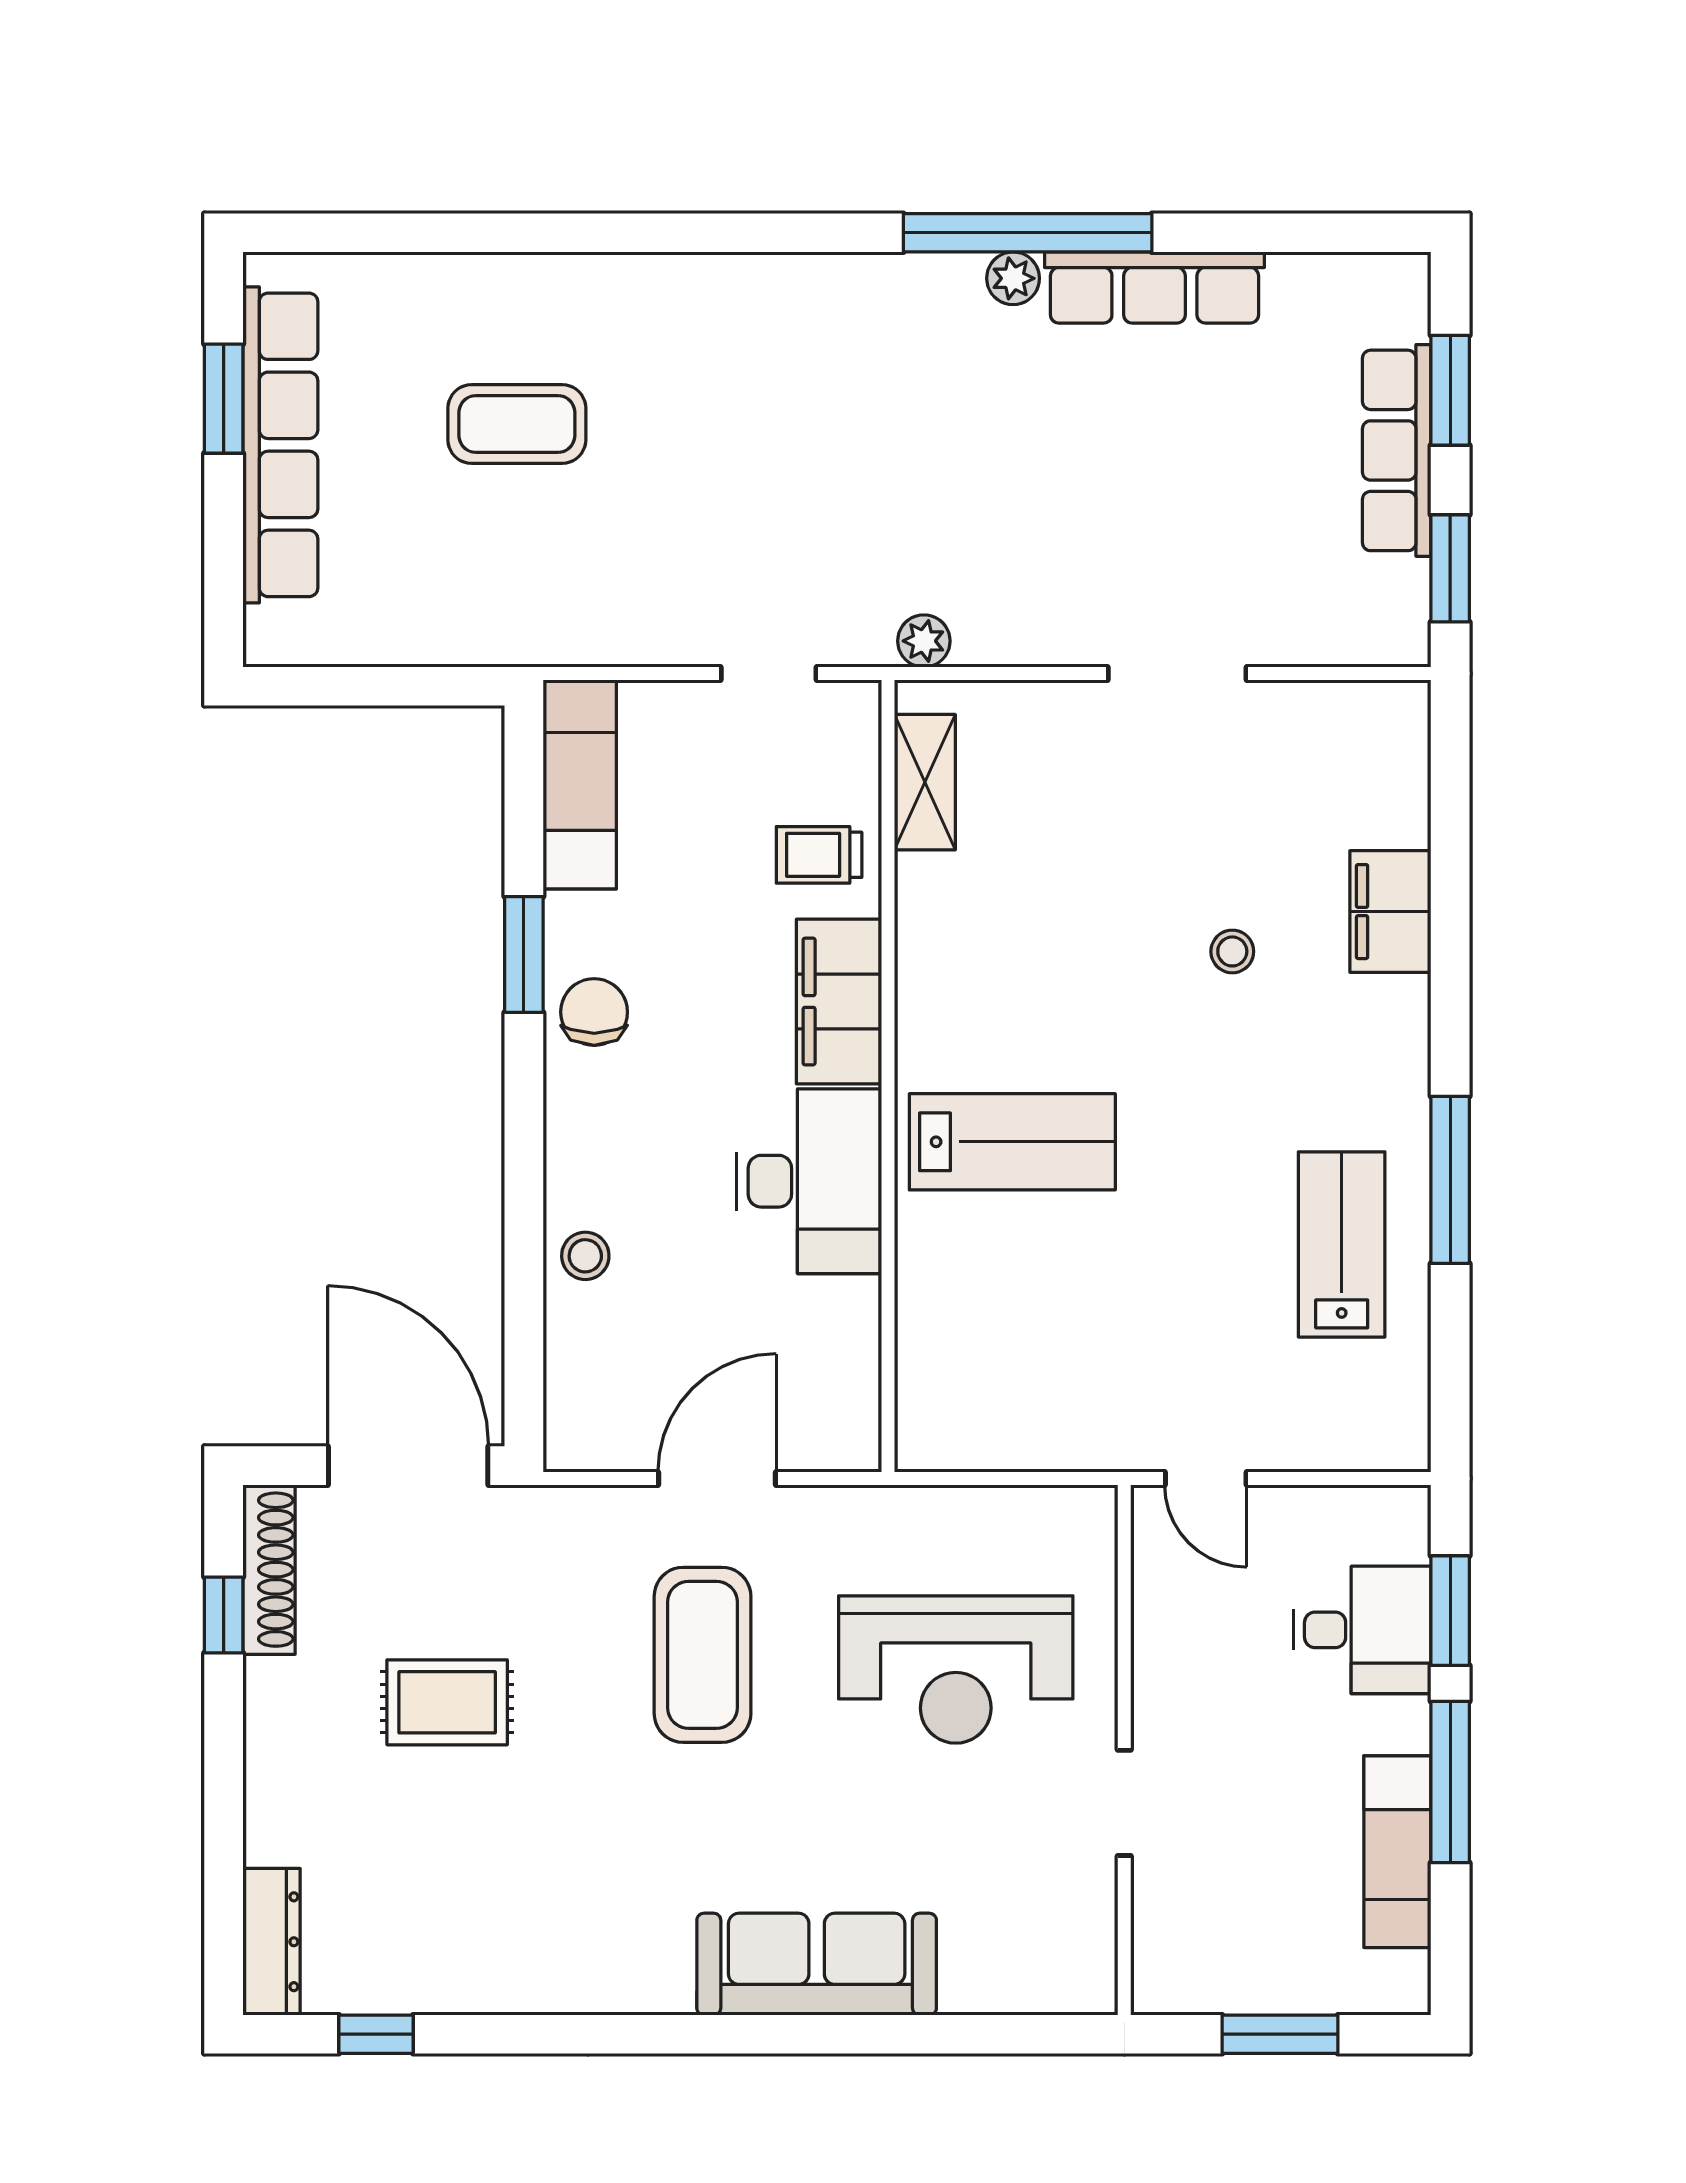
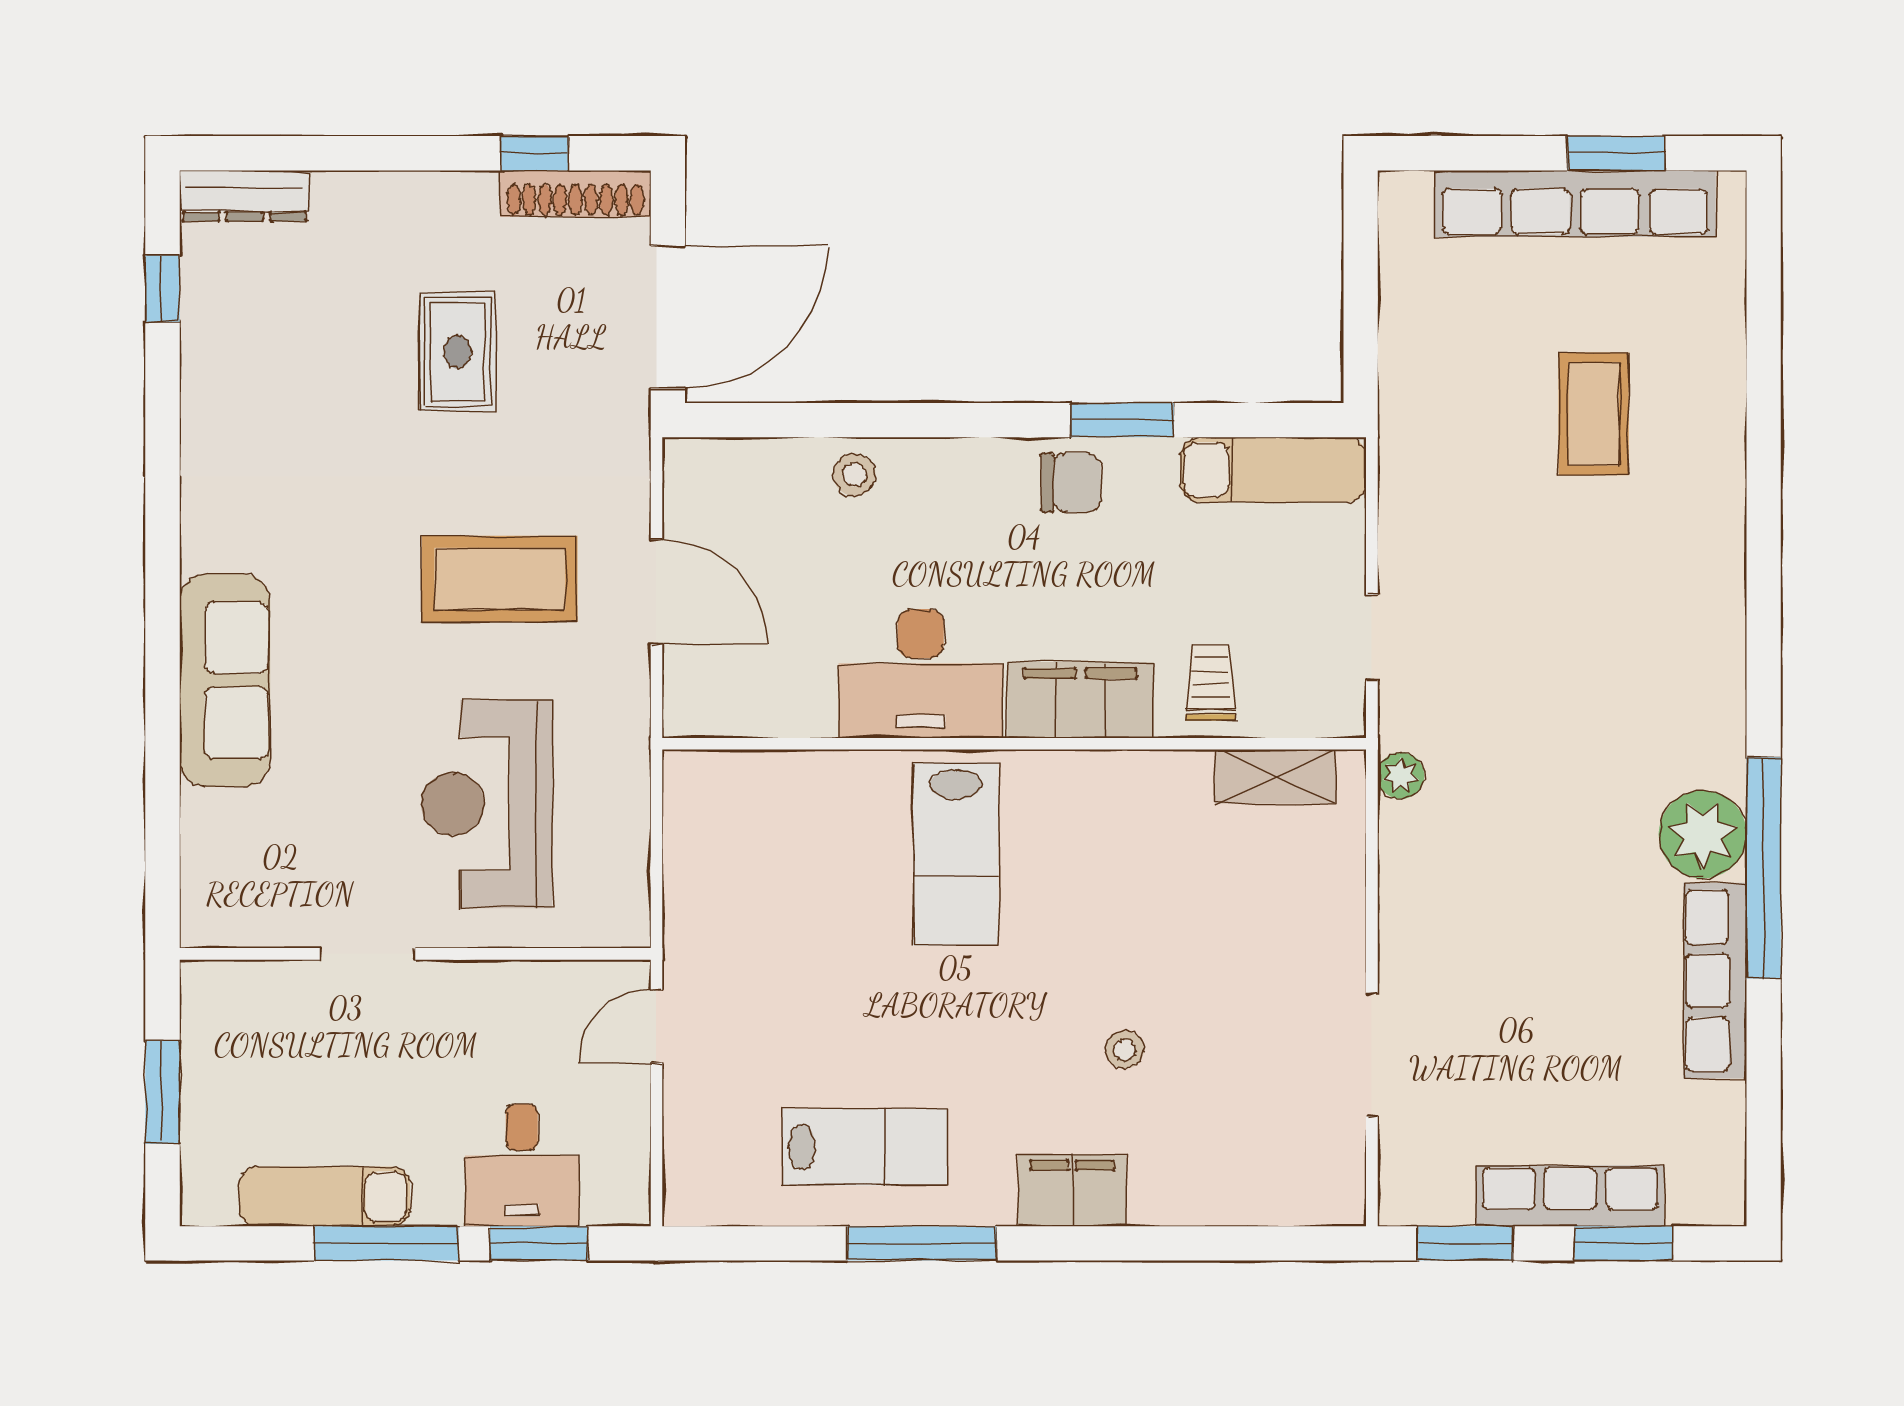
plant: (1013, 278) -> (1703, 834), width x1.87, depth x1.87
doorway: (1177, 674) -> (1372, 1055), moved
filing cabinet: (1390, 912) -> (1072, 1190), moved

